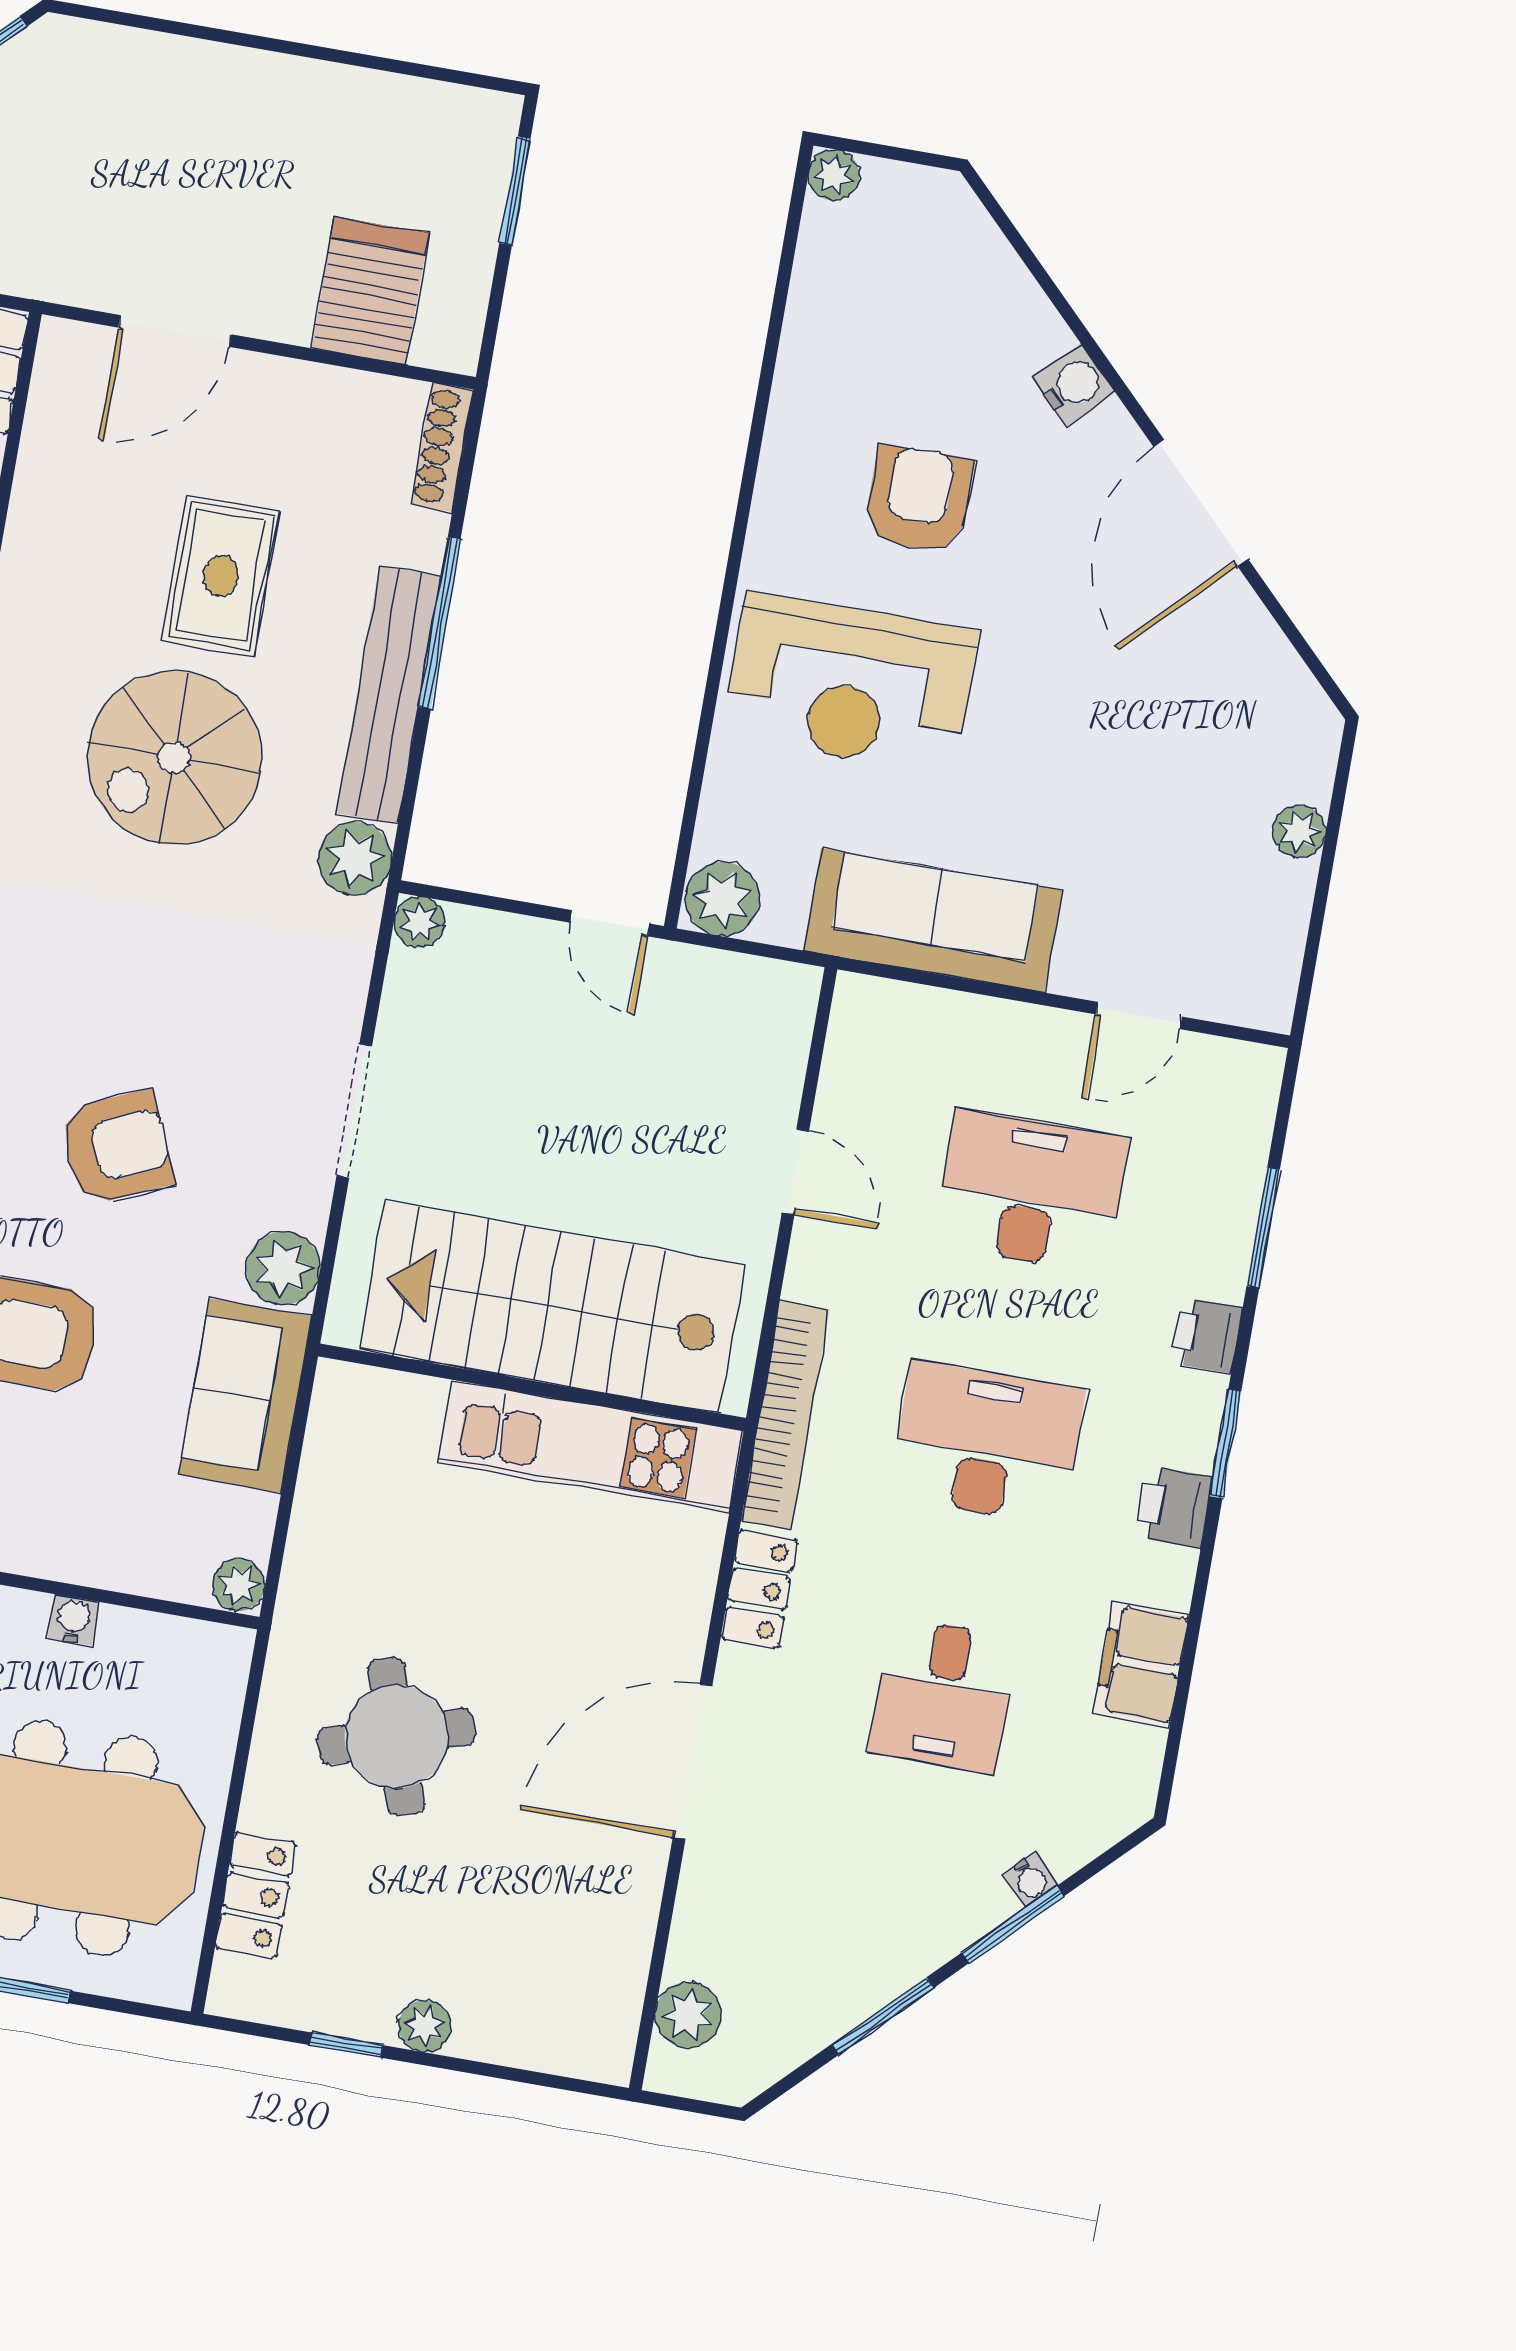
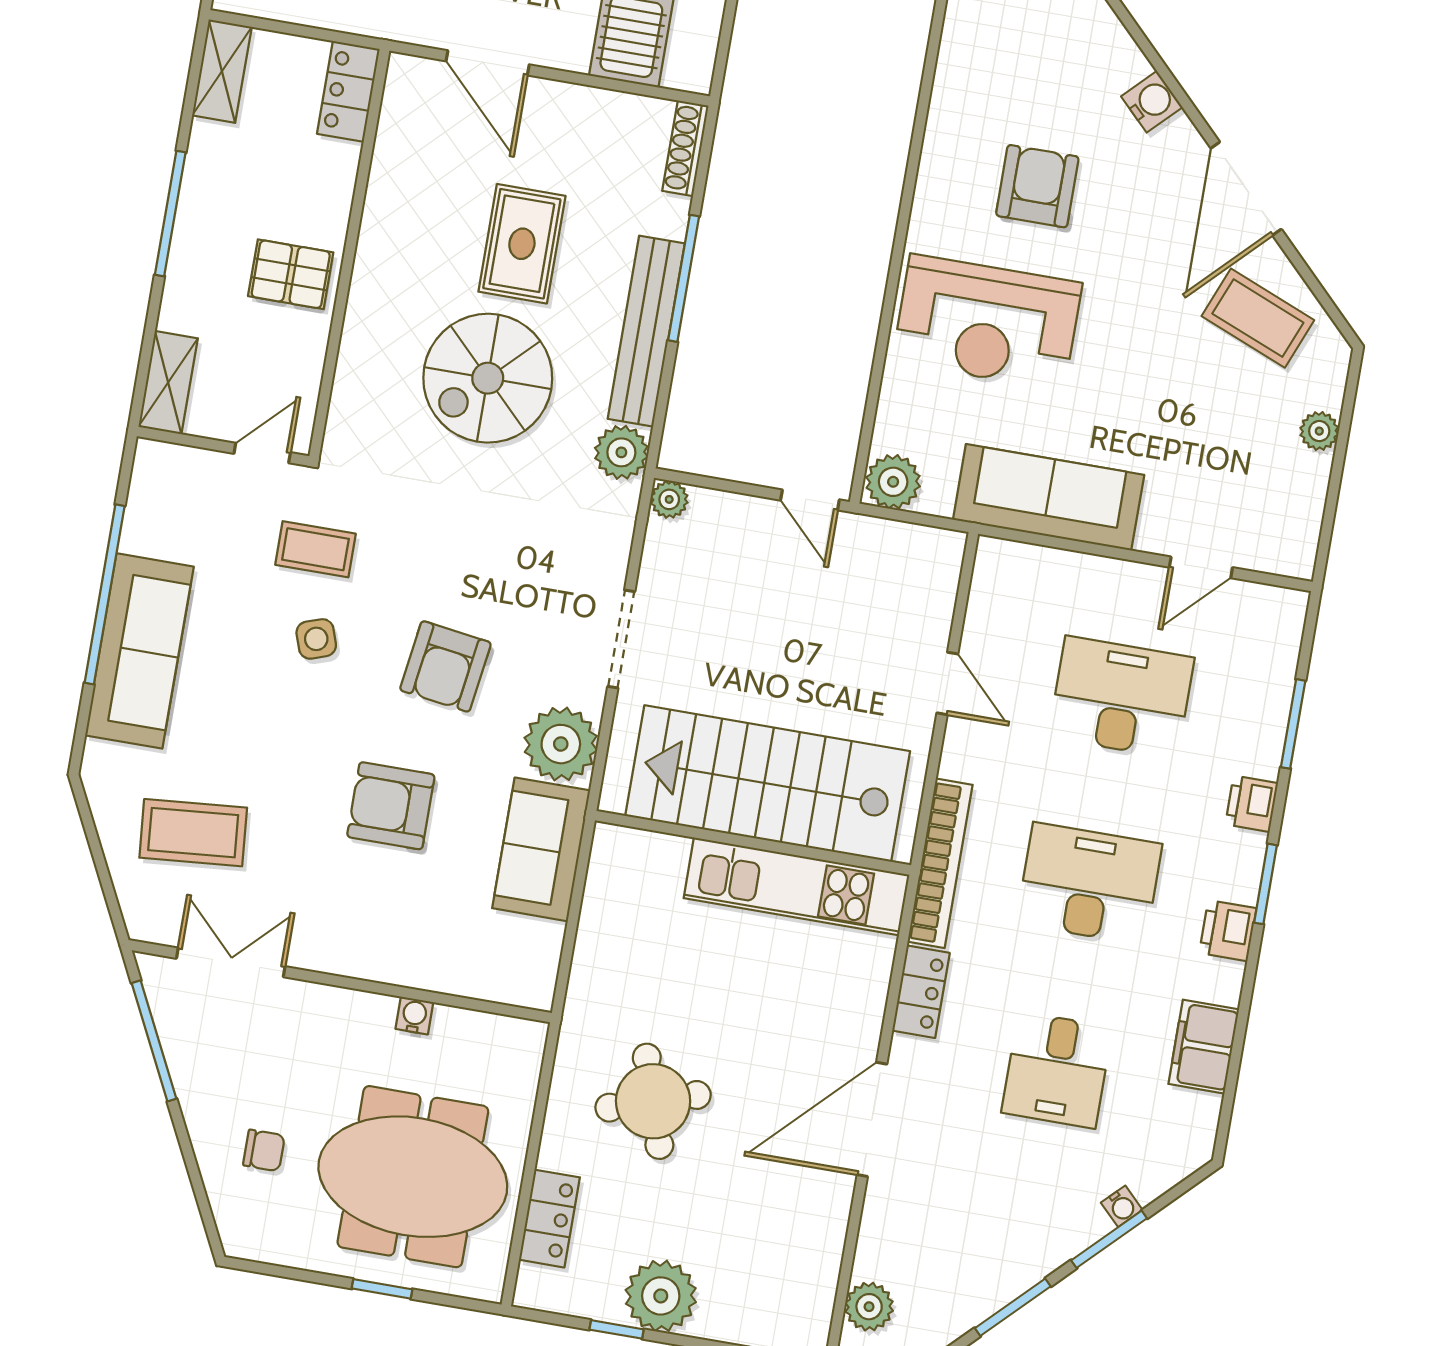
door: (175, 331) -> (488, 63), hinge flipped
coffee table: (1217, 678) -> (1258, 318), added
armchair: (116, 1148) -> (445, 666), turned 122
plant: (283, 1268) -> (561, 744), width x1.36, depth x1.36
plant: (239, 1585) -> (536, 989), removed
plant: (425, 2026) -> (661, 1296), width x1.88, depth x1.88

